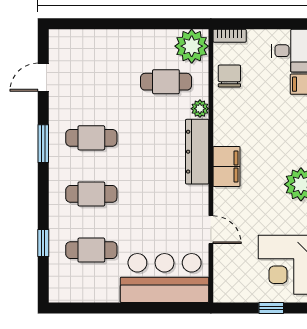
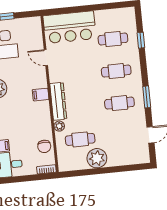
plant: (192, 46) -> (97, 158), moved
filing cabinet: (227, 167) -> (41, 95), width x0.50

